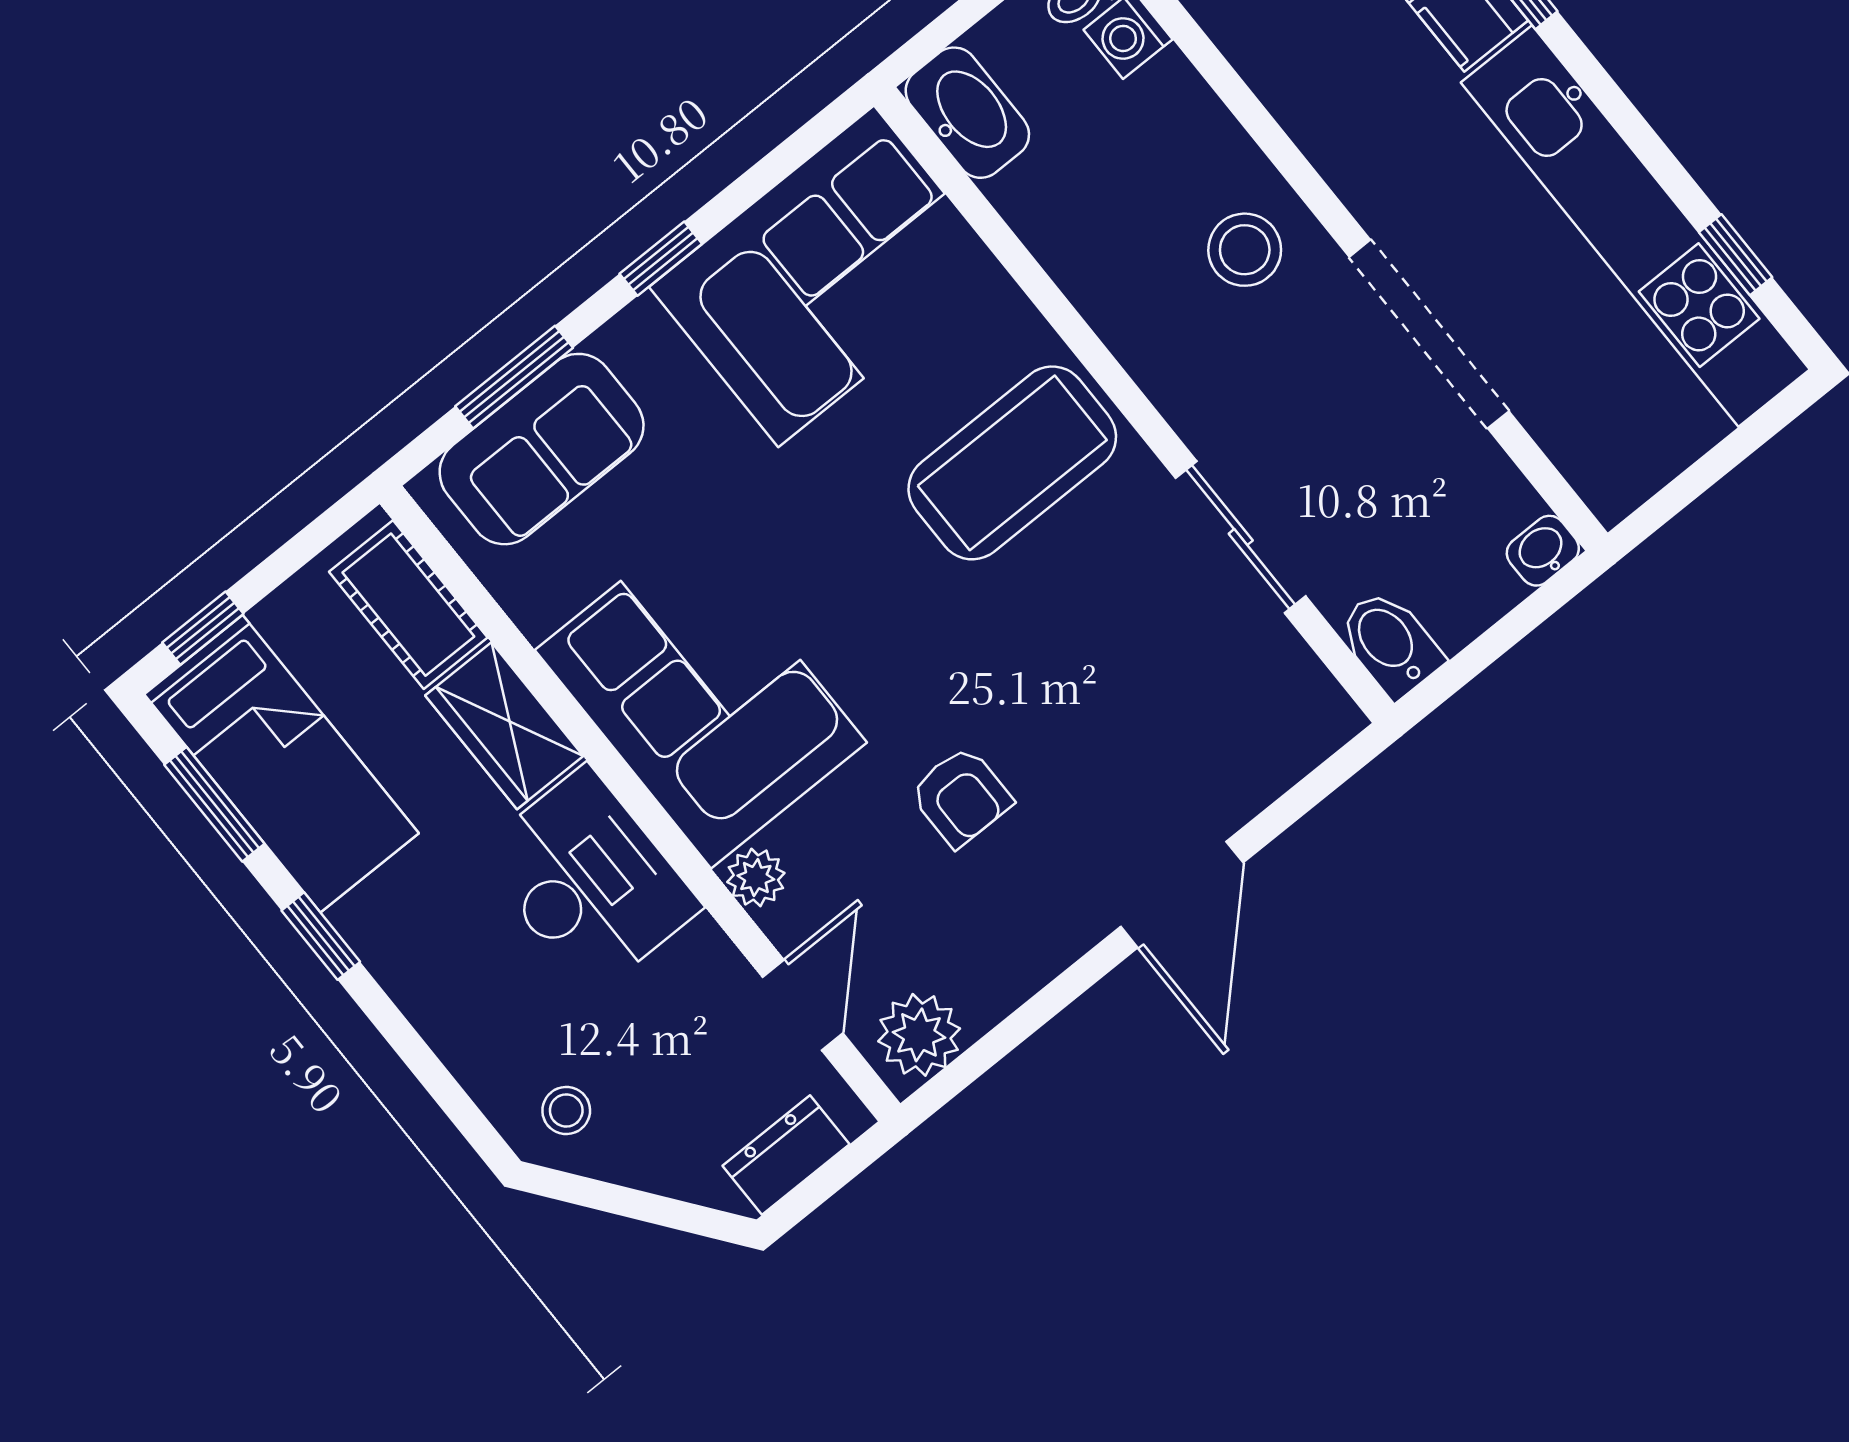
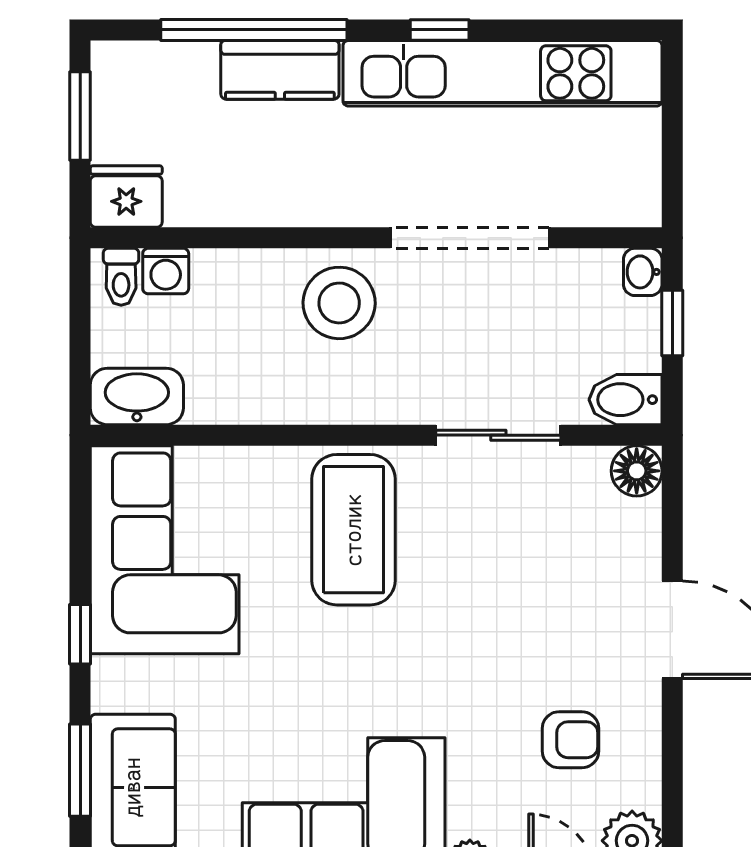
stool: (1245, 250) -> (339, 303), width x1.38, depth x1.38
window: (1736, 255) -> (440, 30), moved
window: (1514, 627) -> (672, 323), added
floor lamp: (1323, 718) -> (637, 471), added
armchair: (961, 797) -> (570, 740), moved

